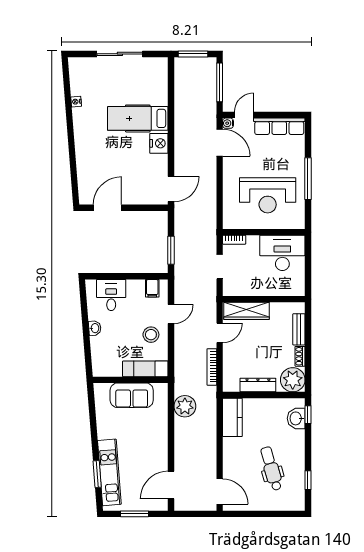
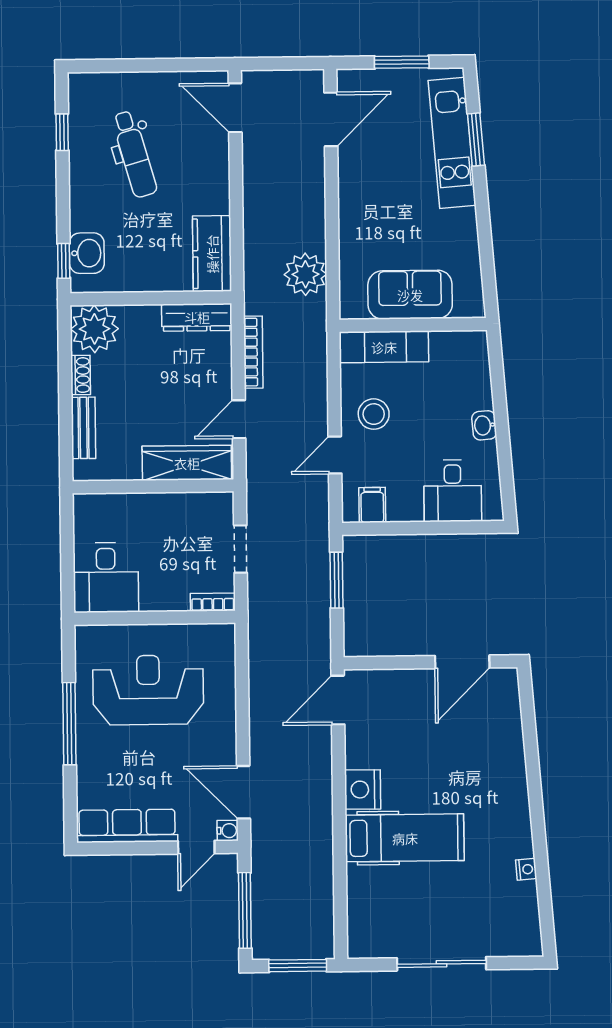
desk: (282, 253) -> (106, 578), width x0.73
dresser: (258, 385) -> (197, 317), moved

